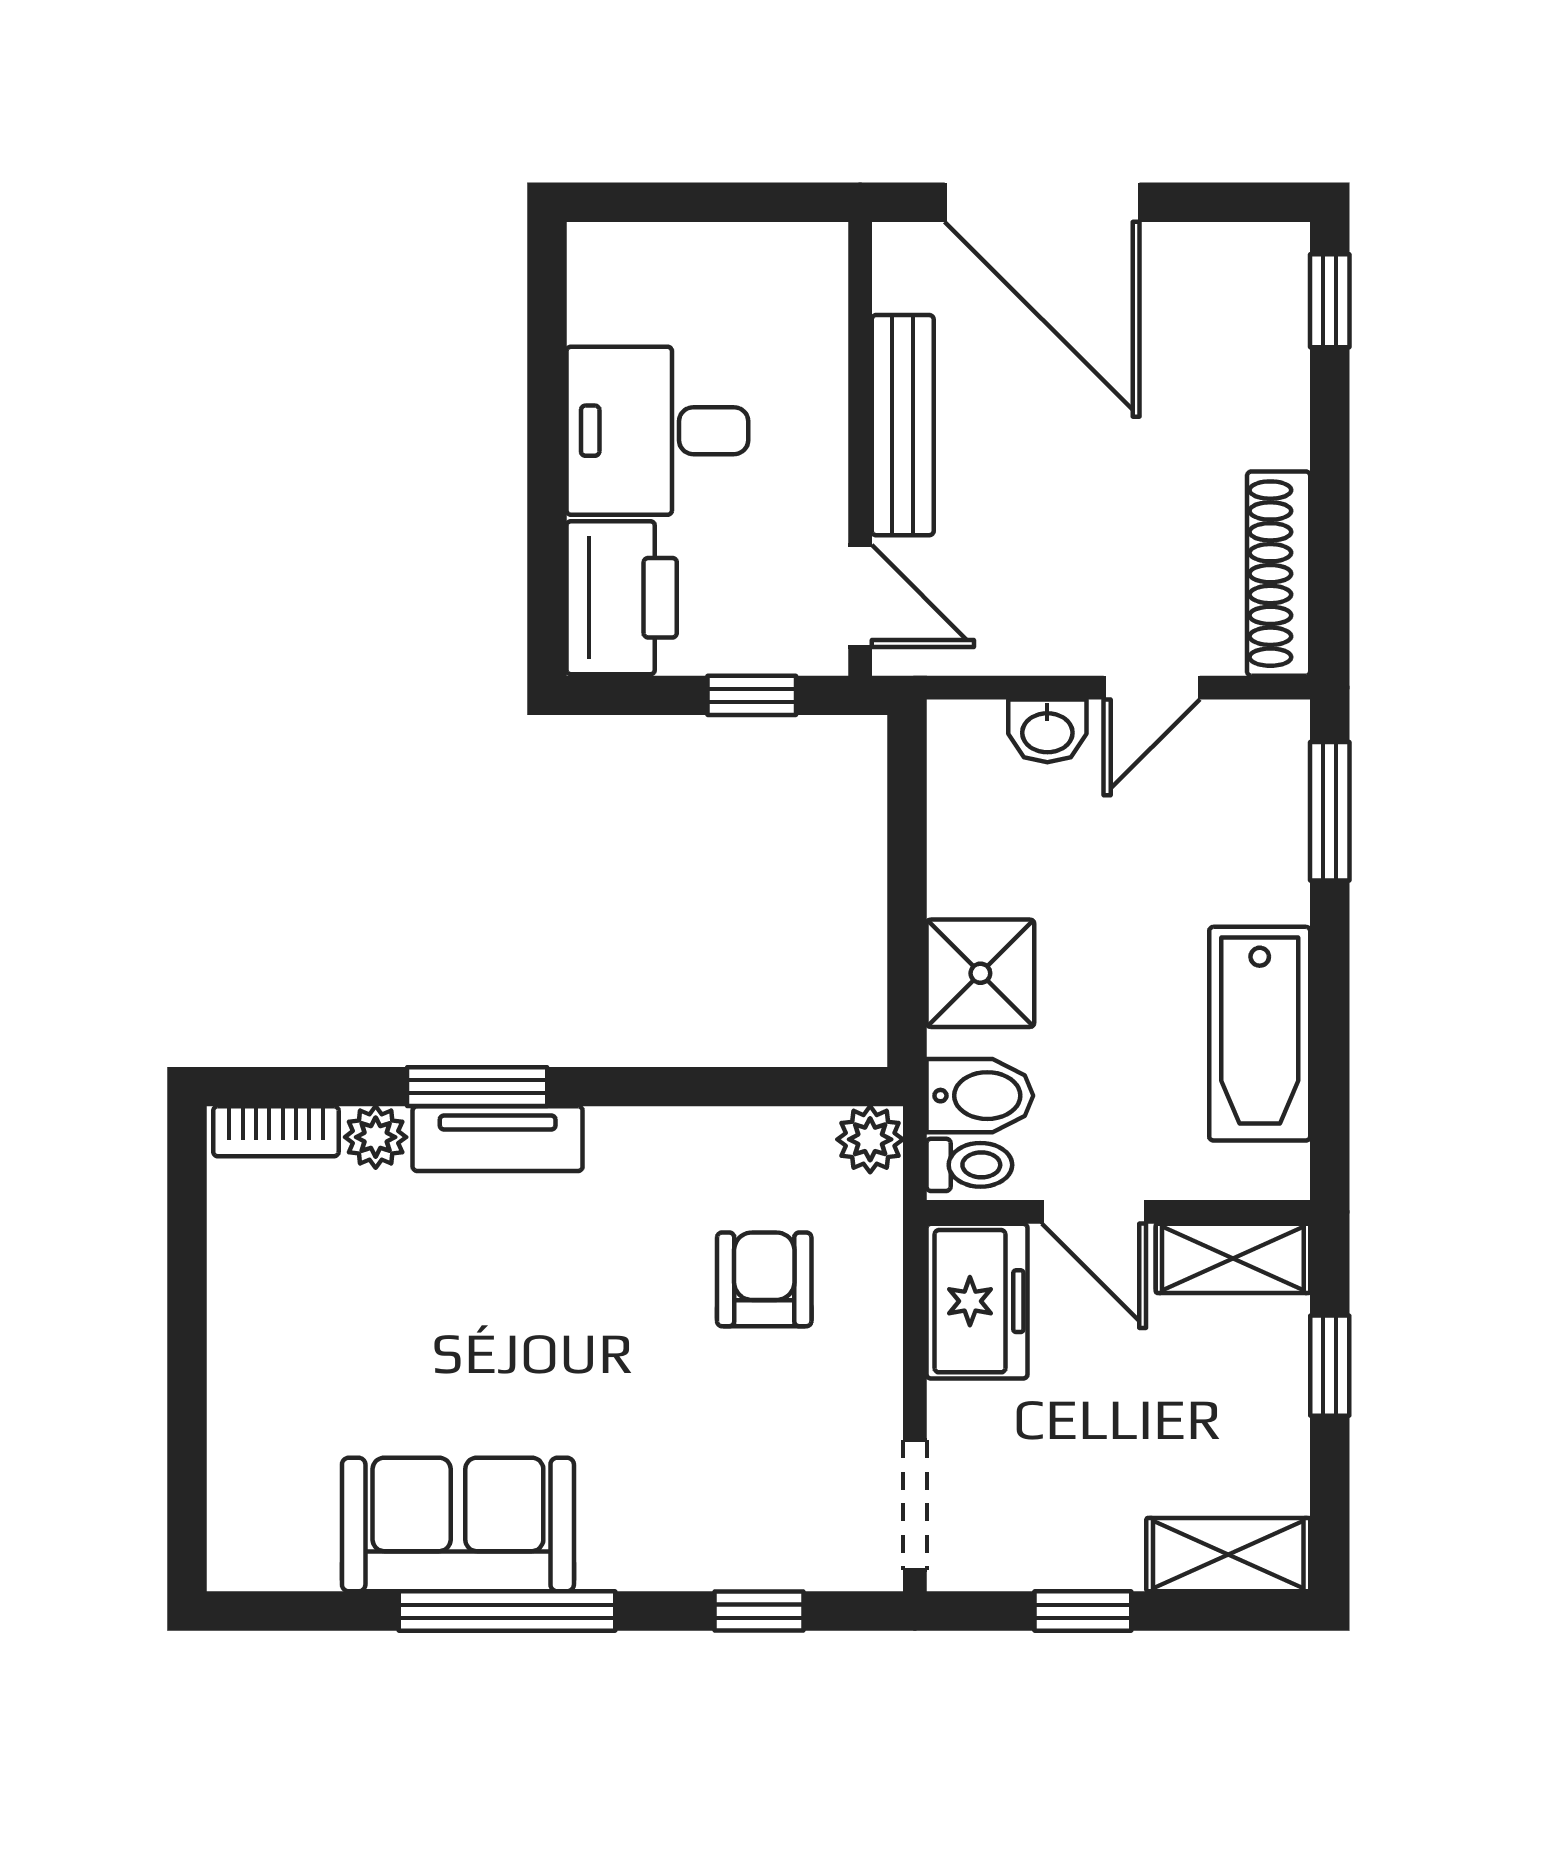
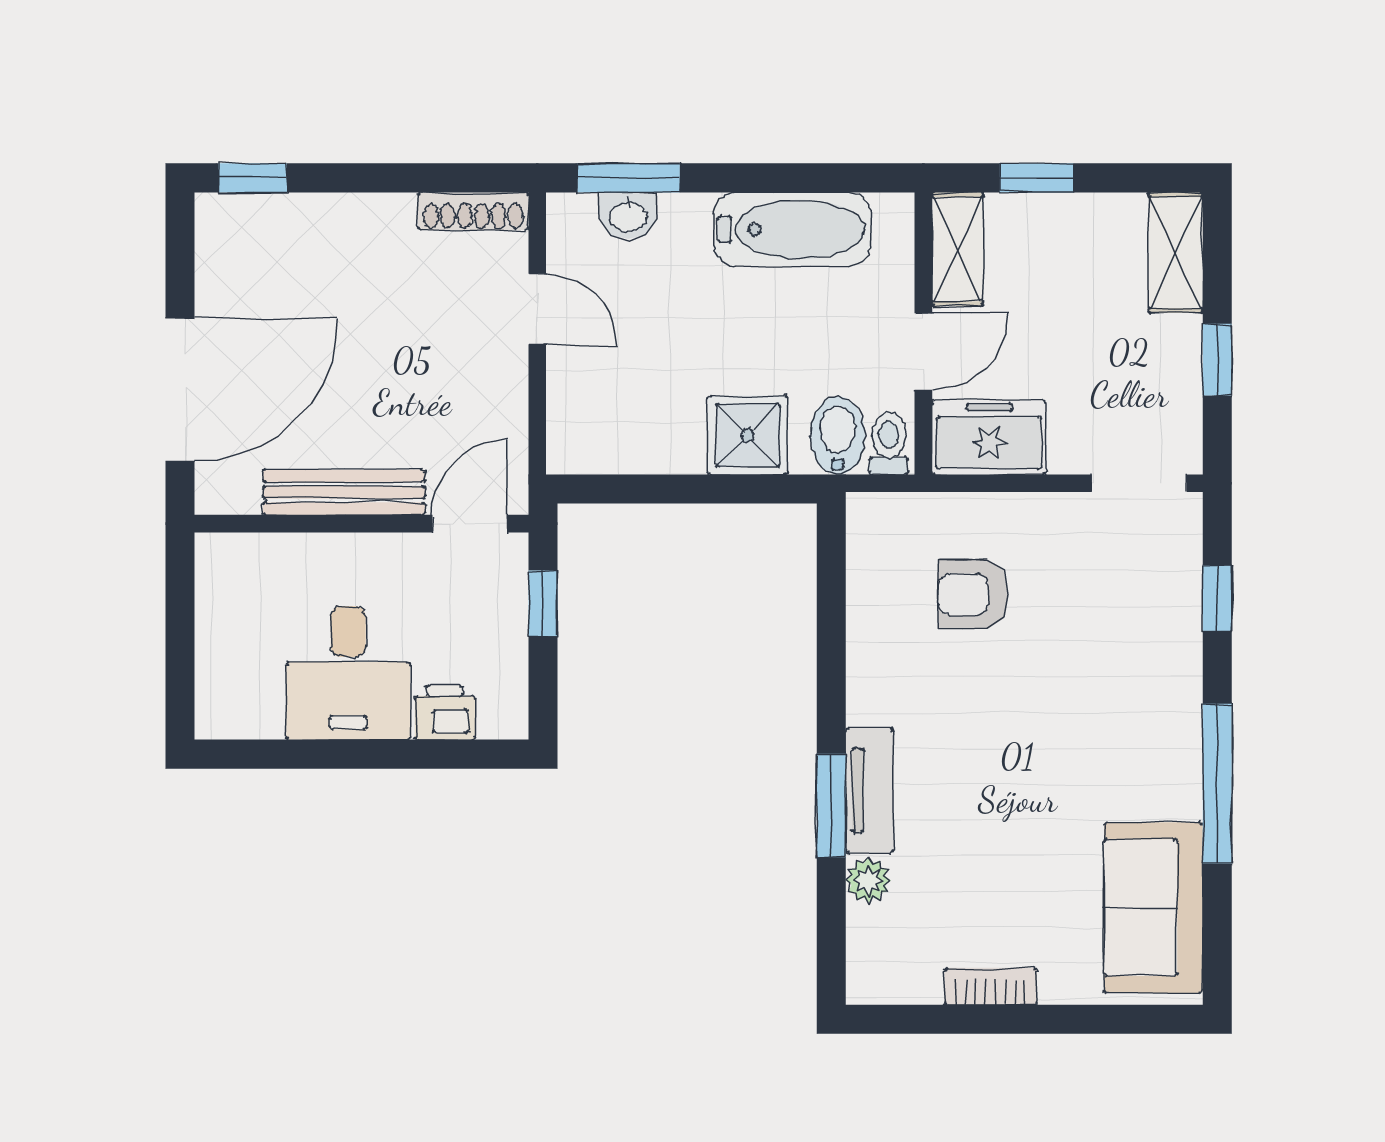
shoe rack: (1279, 574) -> (473, 211), width x0.74, depth x0.81
printer: (622, 598) -> (445, 712), width x0.53, depth x0.68
washbasin: (1047, 731) -> (628, 216), moved, turned 90
bookcase: (276, 1131) -> (991, 986), moved, turned -90
plant: (870, 1139) -> (870, 516), removed
sofa: (458, 1524) -> (1154, 908), moved

